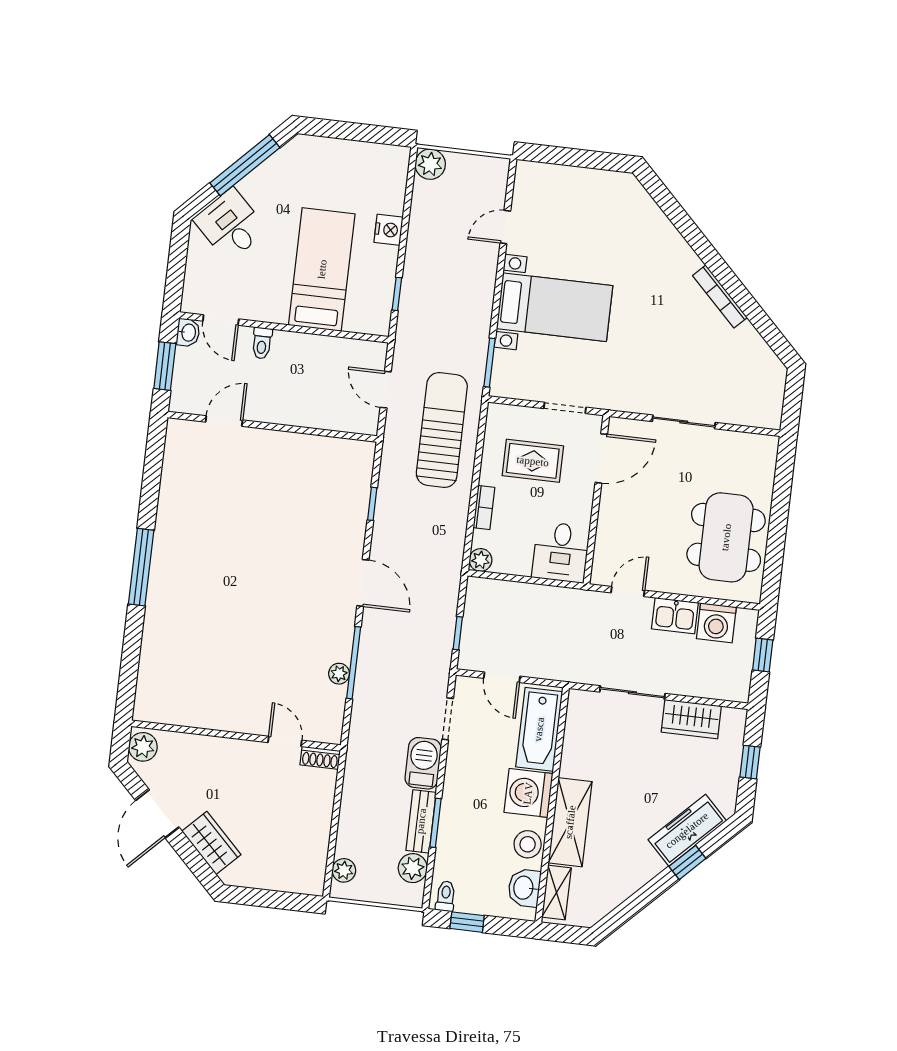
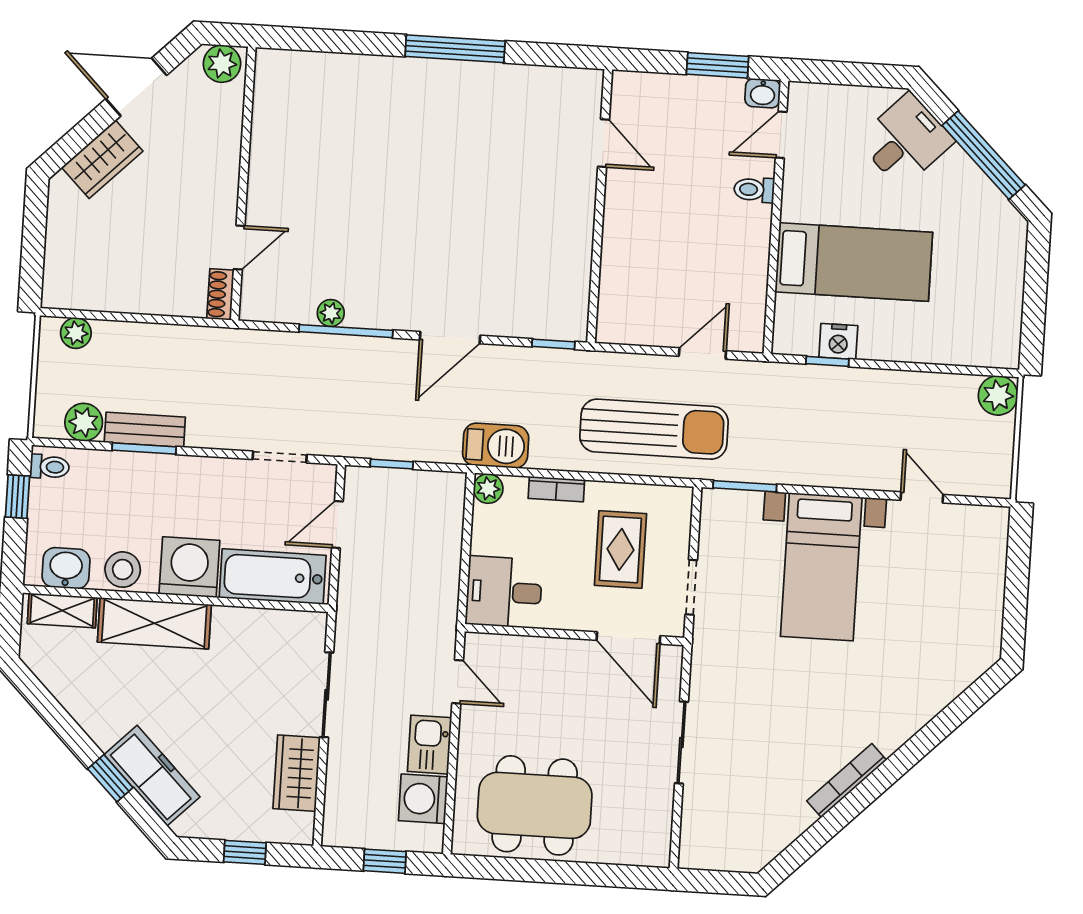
nightstand: (388, 230) -> (838, 341), moved
door: (224, 421) -> (604, 143), moved
wall: (272, 427) -> (600, 206), moved
barbecue: (423, 763) -> (496, 446), moved

